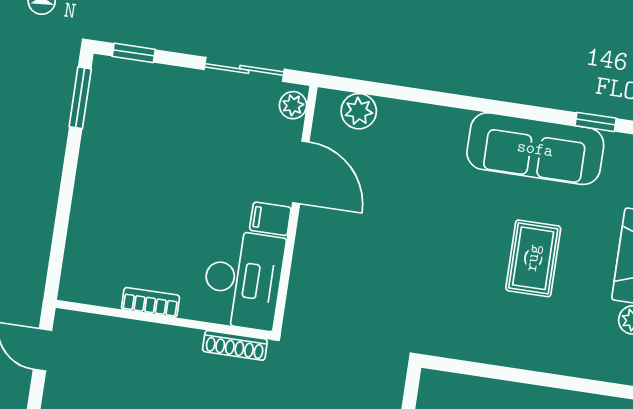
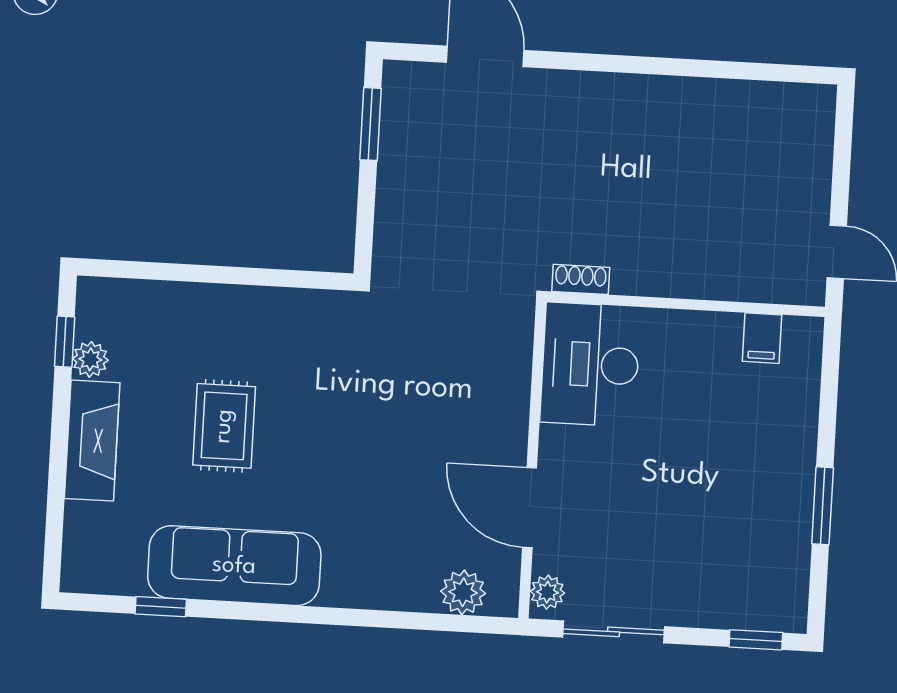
window: (80, 98) -> (823, 506), moved
filing cabinet: (270, 219) -> (762, 338), moved, turned 90
bookcase: (151, 302) -> (705, 325), removed
shoe rack: (235, 345) -> (581, 279), width x0.70

